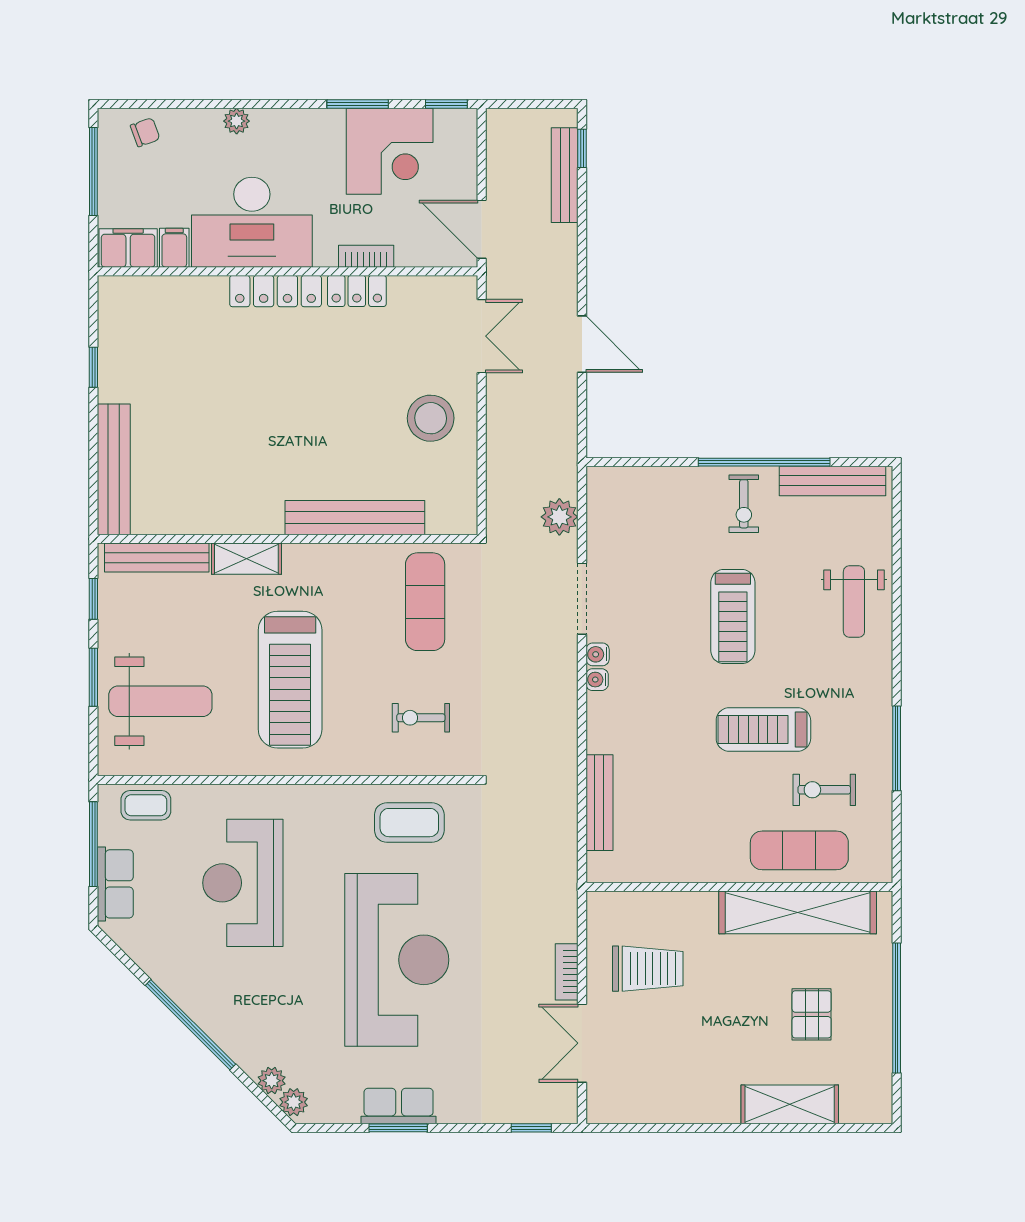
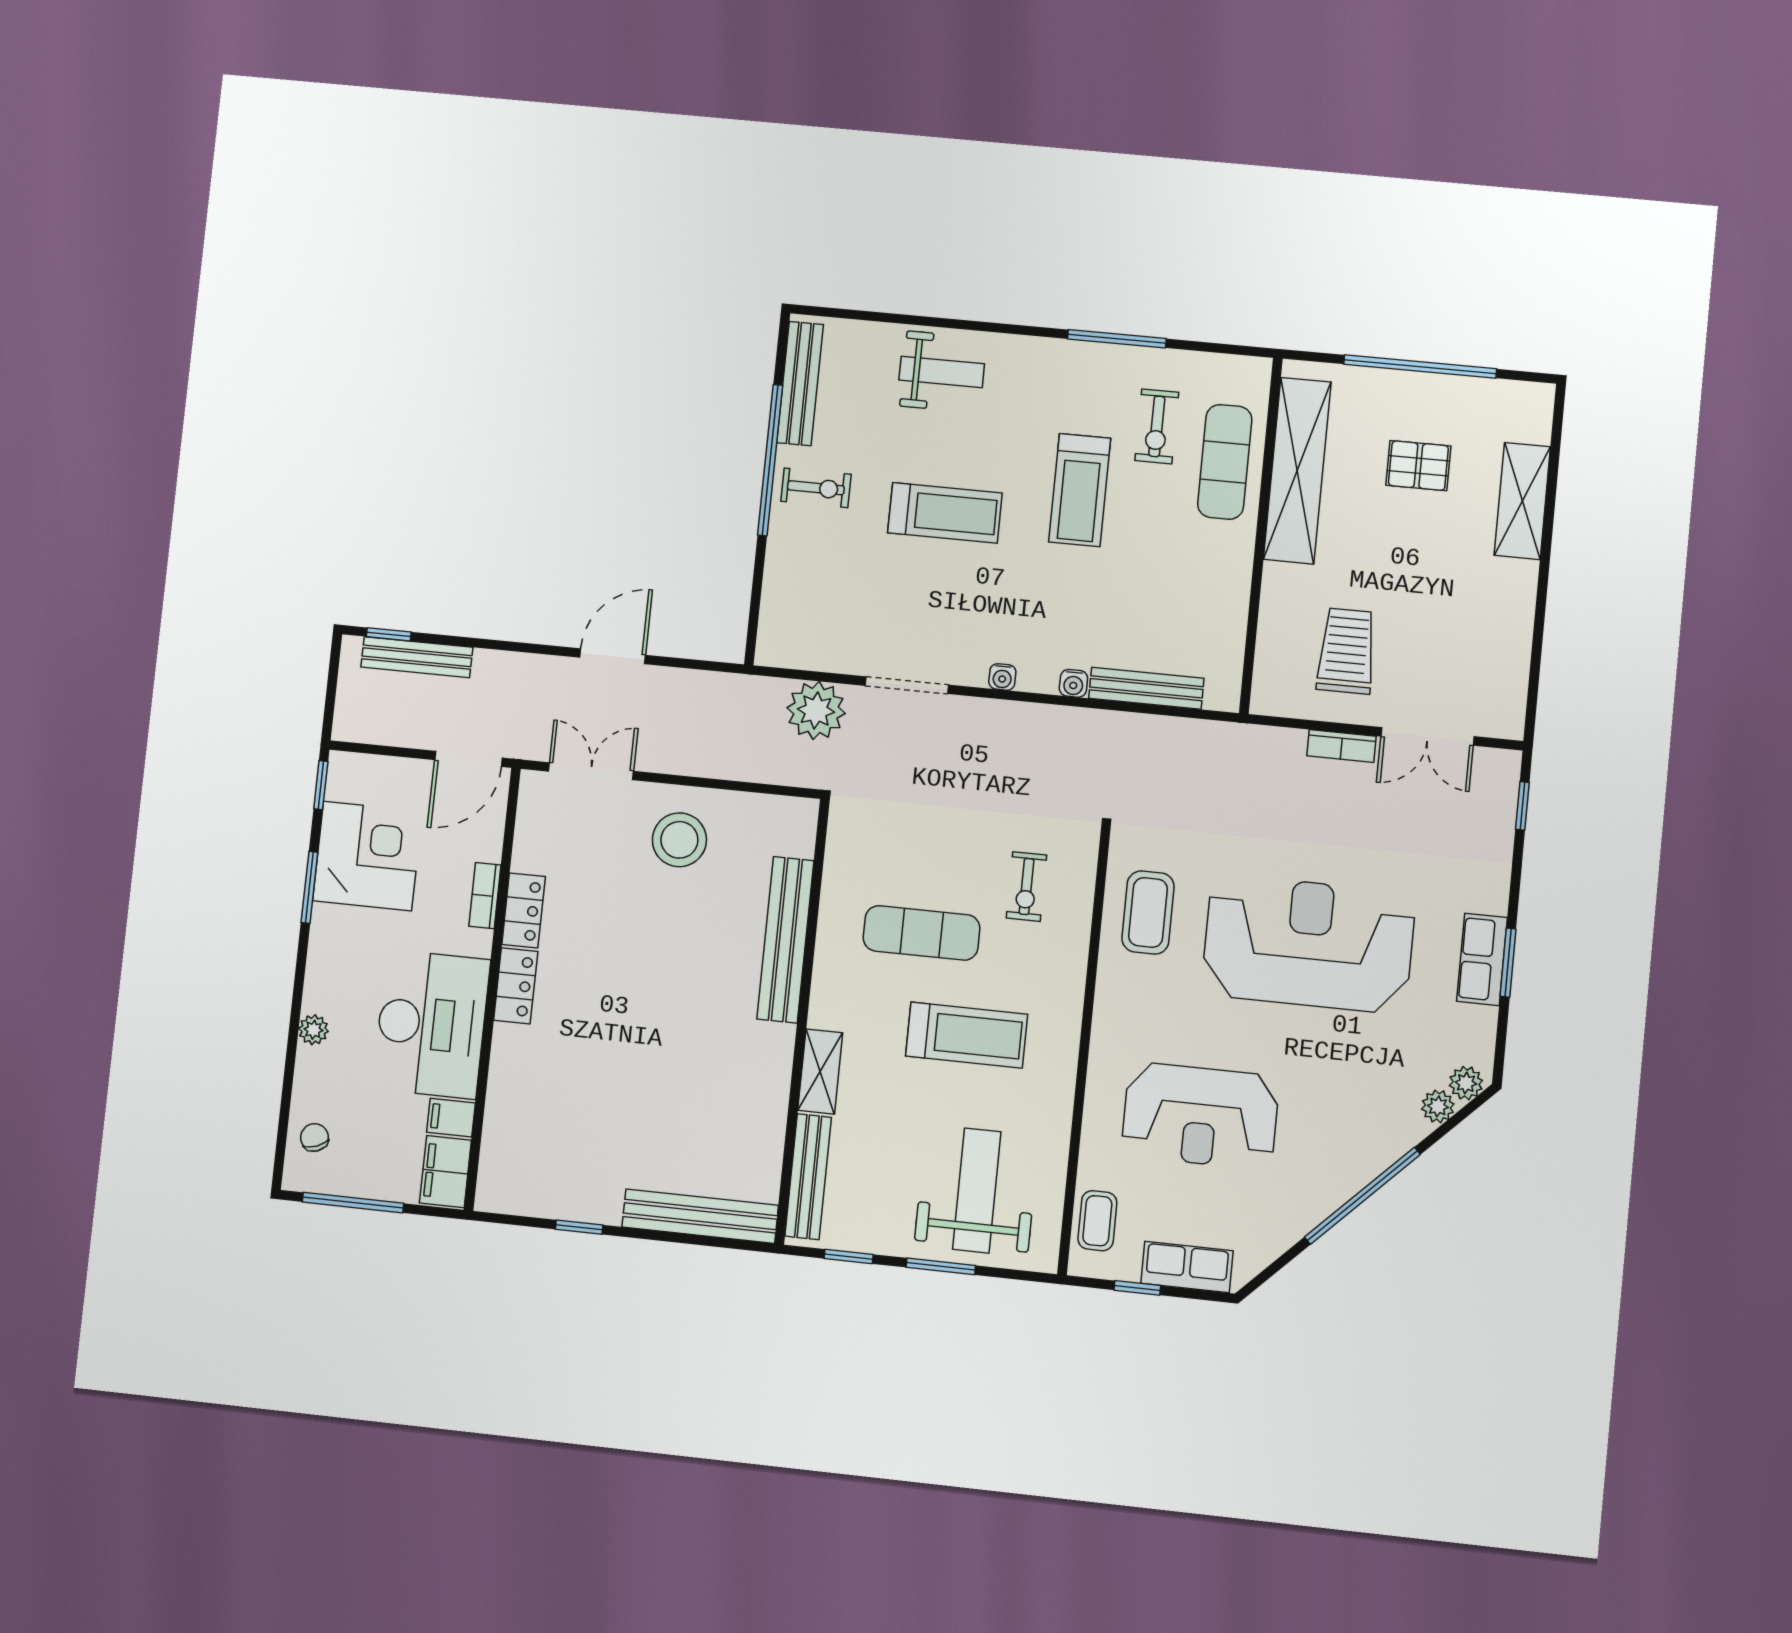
locker: (276, 291) -> (516, 986), width x0.66
plant: (559, 517) -> (816, 710), width x1.36, depth x1.36
exercise mat: (425, 602) -> (922, 933), moved
water cooler: (598, 654) -> (1073, 683), moved
treadmill: (290, 680) -> (967, 1035), width x0.73, depth x0.73
window: (93, 844) -> (1137, 1288), width x0.46

